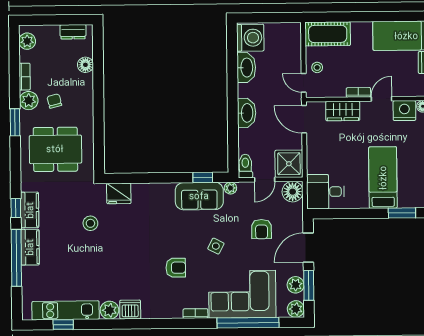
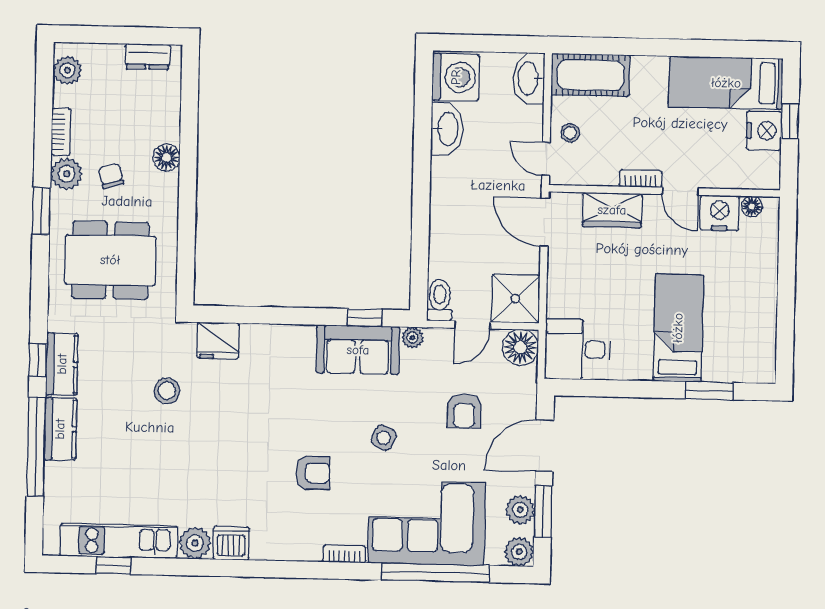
floor lamp: (85, 65) -> (166, 157), moved
door: (381, 99) -> (680, 191), swing flipped
washbasin: (247, 113) -> (529, 78), moved, turned 180

